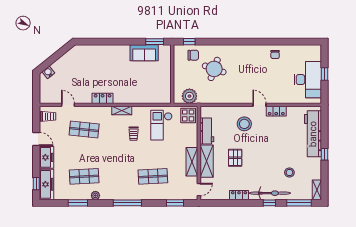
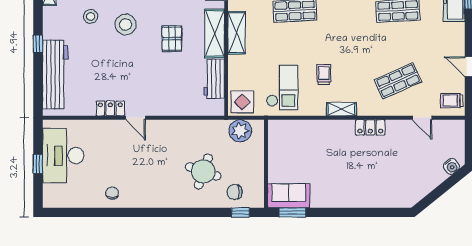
sofa: (144, 53) -> (289, 196), moved
stool: (244, 124) -> (125, 25), moved
shop shelf: (84, 130) -> (398, 81), turned -30
freezer: (46, 157) -> (454, 39), removed

